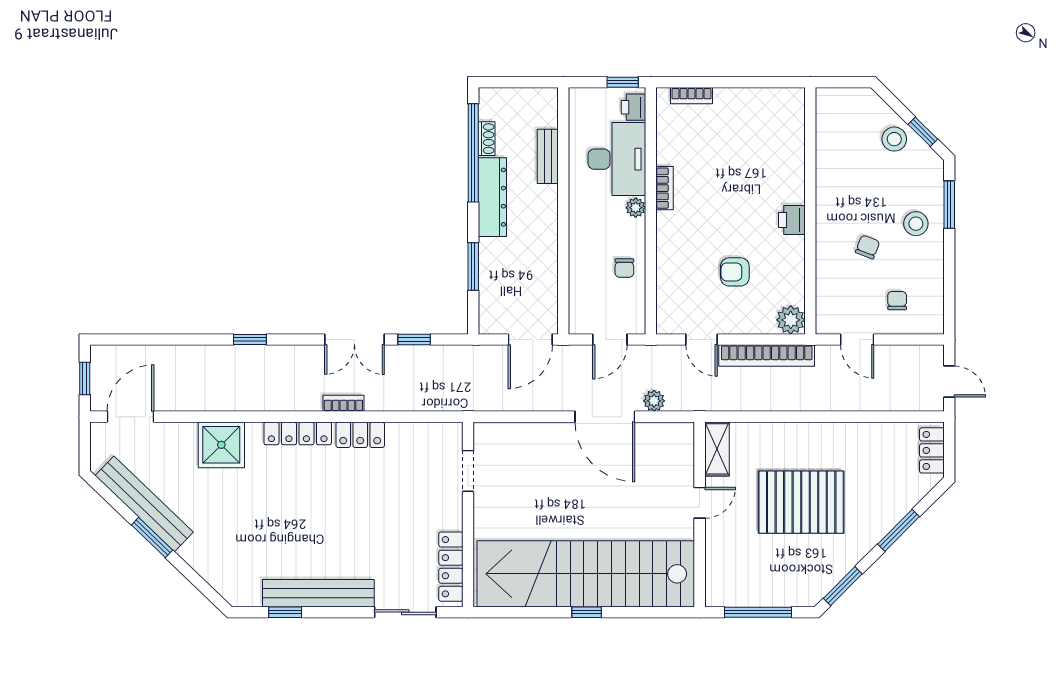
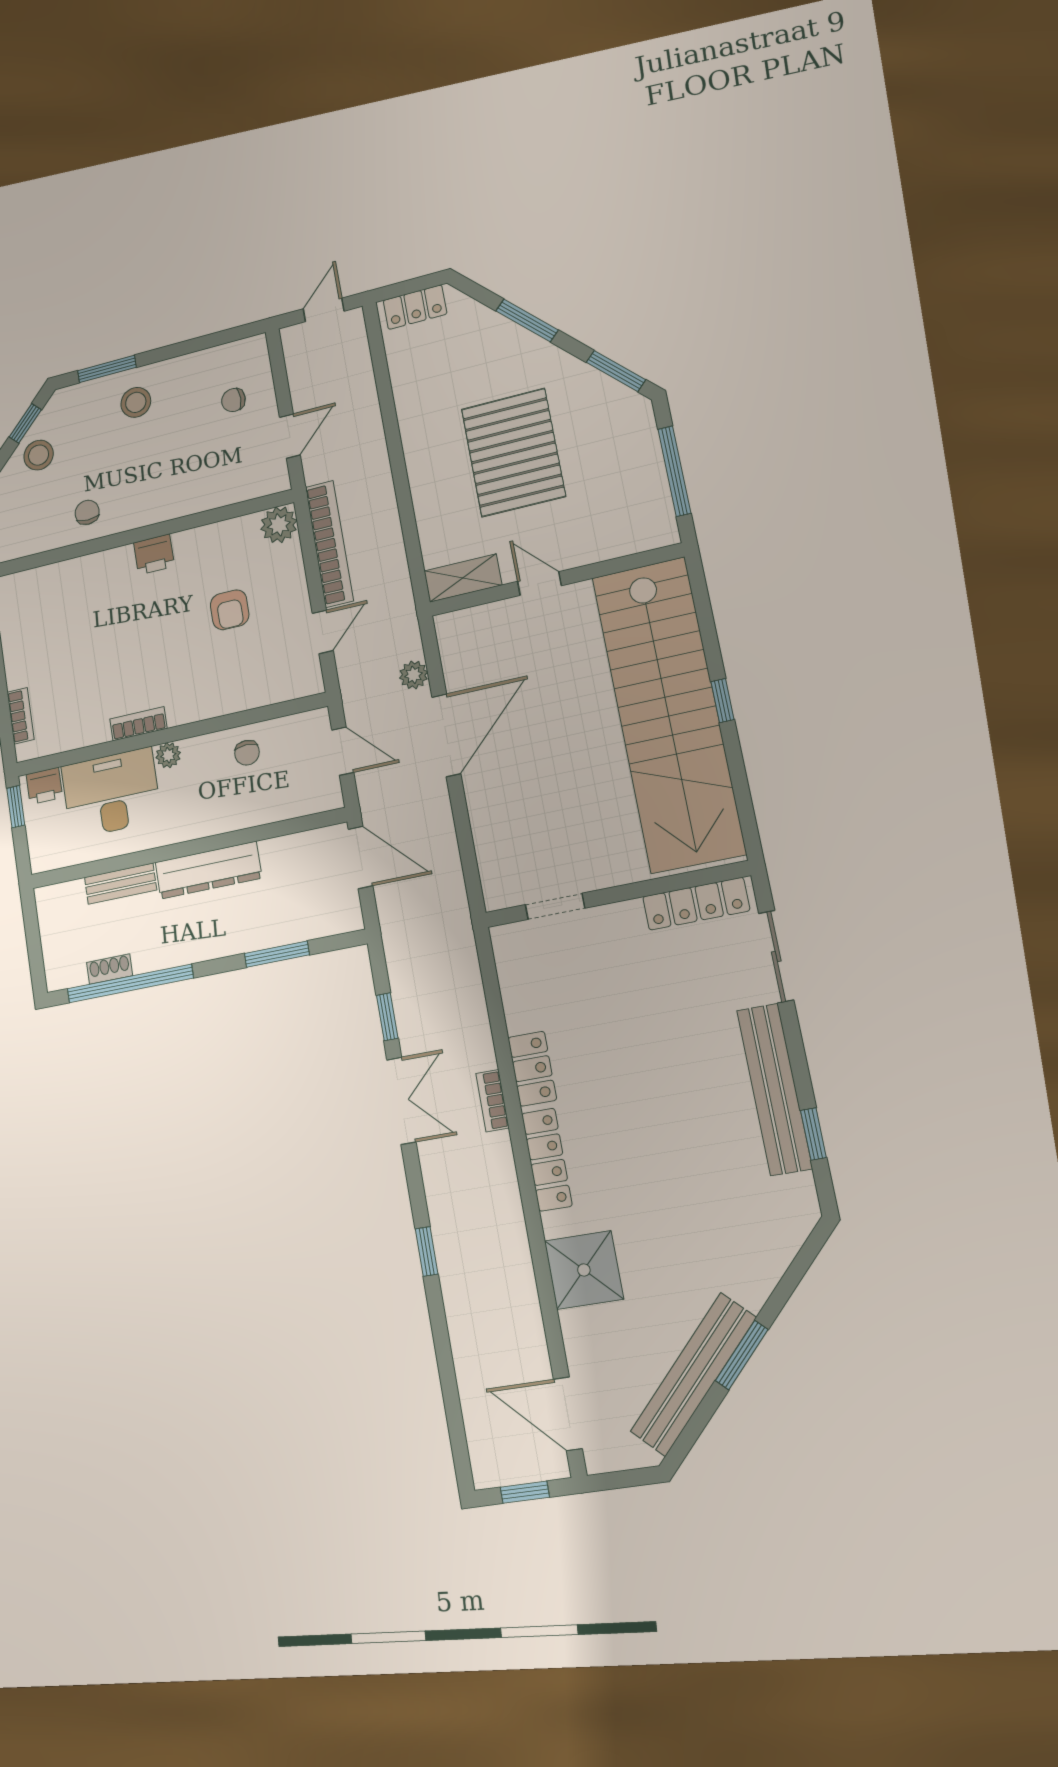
dresser: (492, 197) -> (208, 870), moved, turned 180
chair: (868, 247) -> (87, 512), moved, turned 69
chair: (624, 268) -> (247, 753), turned 90

